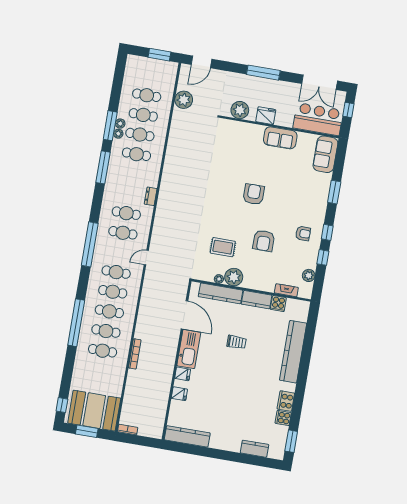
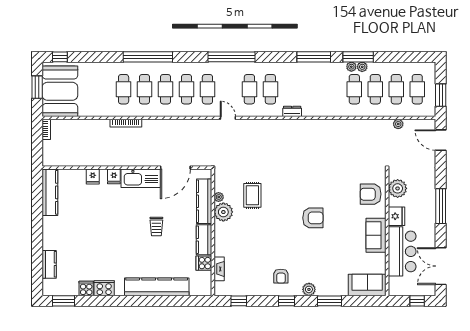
plant: (184, 100) -> (398, 124), width x0.53, depth x0.53
bar counter: (318, 119) -> (402, 251), moved
cafe table: (137, 154) -> (417, 89), moved
armchair: (264, 241) -> (371, 194), moved
window: (323, 257) -> (239, 301), moved
plant: (309, 275) -> (309, 289), moved

